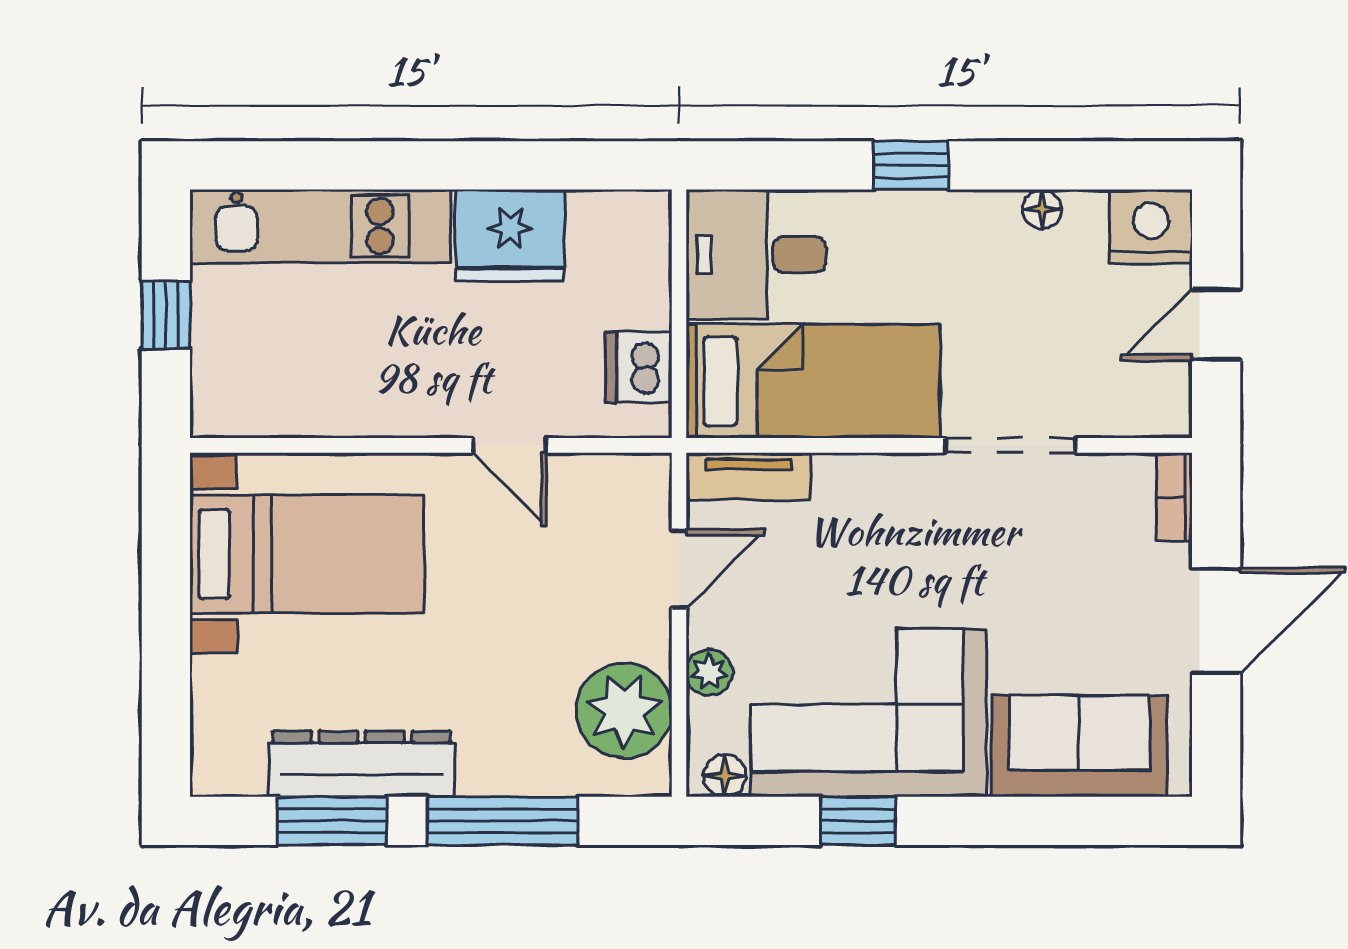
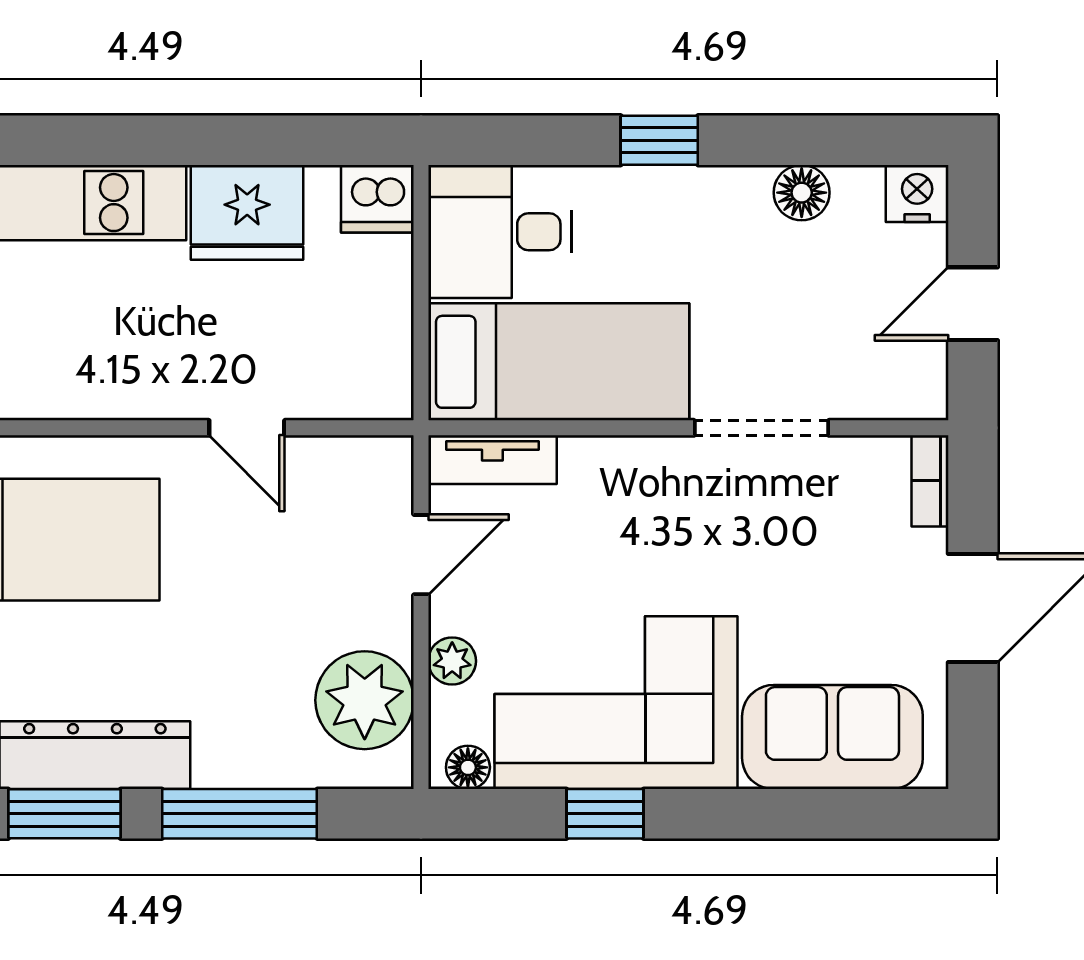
floor lamp: (1042, 209) -> (802, 193), width x1.37, depth x1.37
nightstand: (1151, 226) -> (917, 194), width x0.74, depth x0.75
dishwasher: (639, 367) -> (377, 199), moved, turned -90

